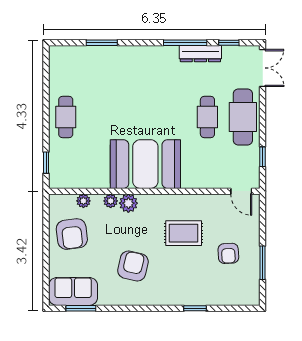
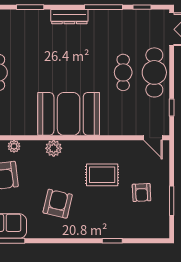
dresser: (200, 54) -> (69, 17), moved
plant: (111, 201) -> (38, 146), removed

